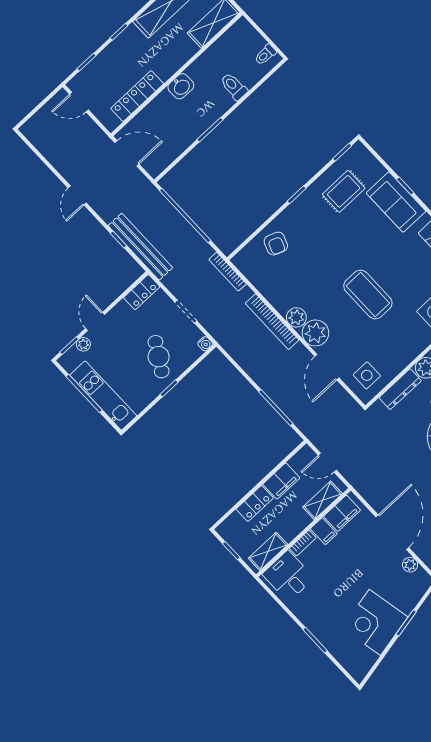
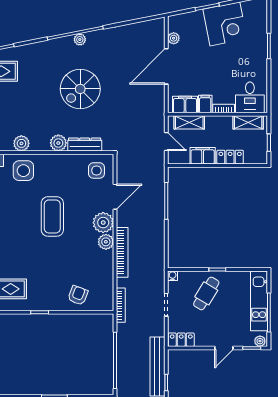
plant: (83, 344) -> (260, 341), moved

